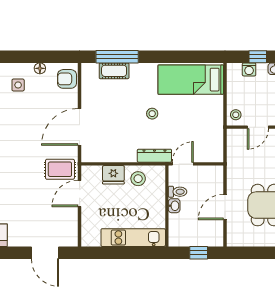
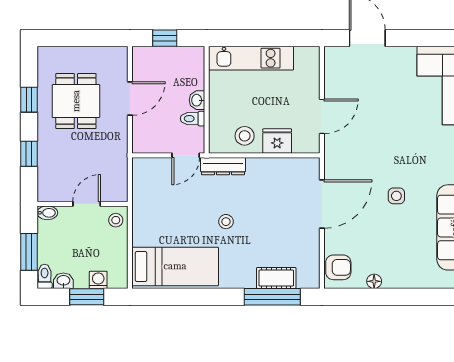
window: (258, 57) -> (87, 297), width x1.50
side table: (18, 85) -> (396, 196), moved
rug: (60, 169) -> (348, 148), removed

